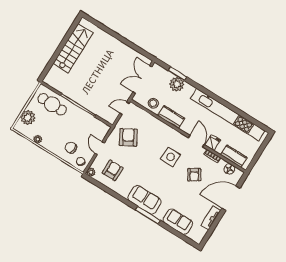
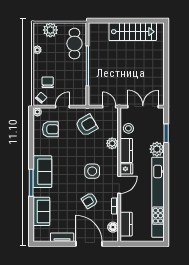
plant: (177, 84) -> (157, 149), moved
plant: (157, 125) -> (112, 143), added
fridge: (213, 143) -> (126, 169), moved

